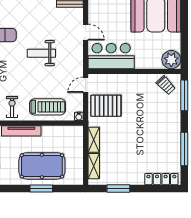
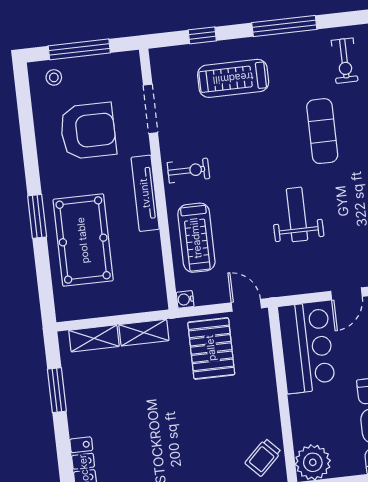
window: (41, 189) -> (37, 216), moved

